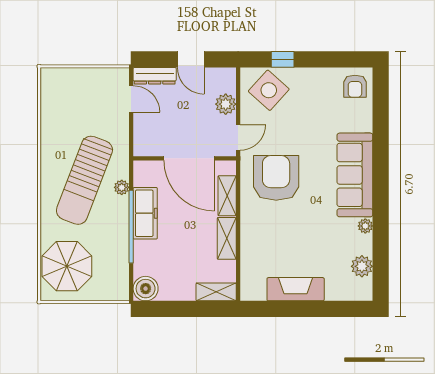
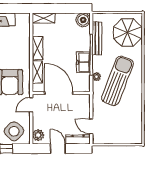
plant: (226, 104) -> (38, 135), moved
freezer: (145, 213) -> (83, 62), width x0.71
bench: (121, 256) -> (97, 38), added

